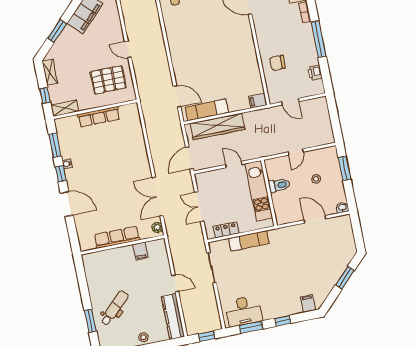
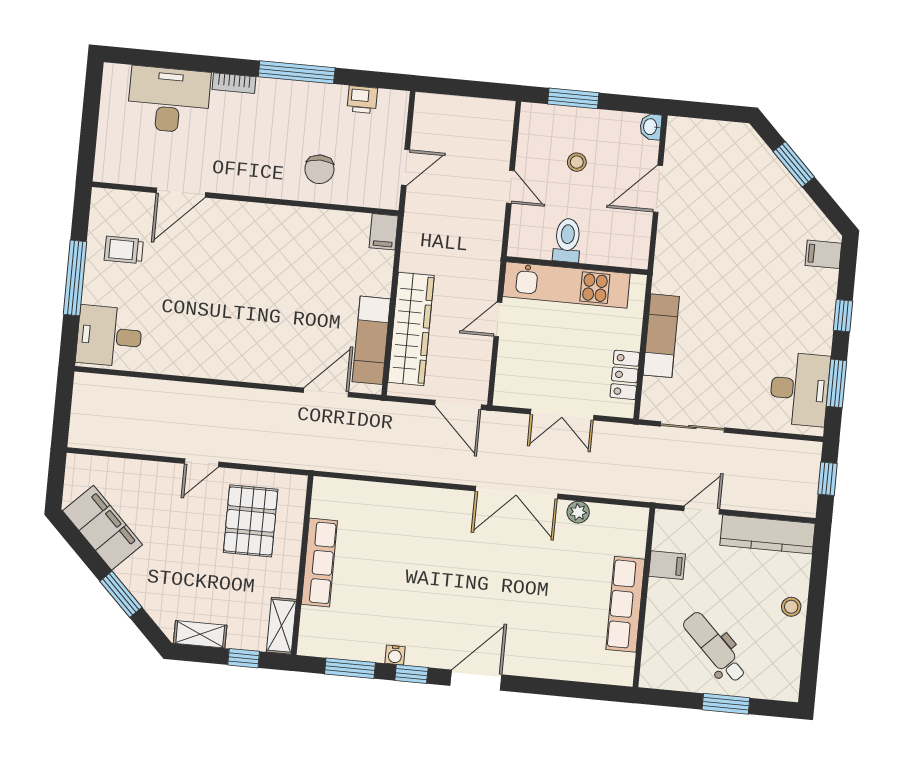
row of seats: (117, 237) -> (625, 604), moved
wall: (123, 245) -> (644, 598), moved
filing cabinet: (140, 251) -> (667, 565), moved

